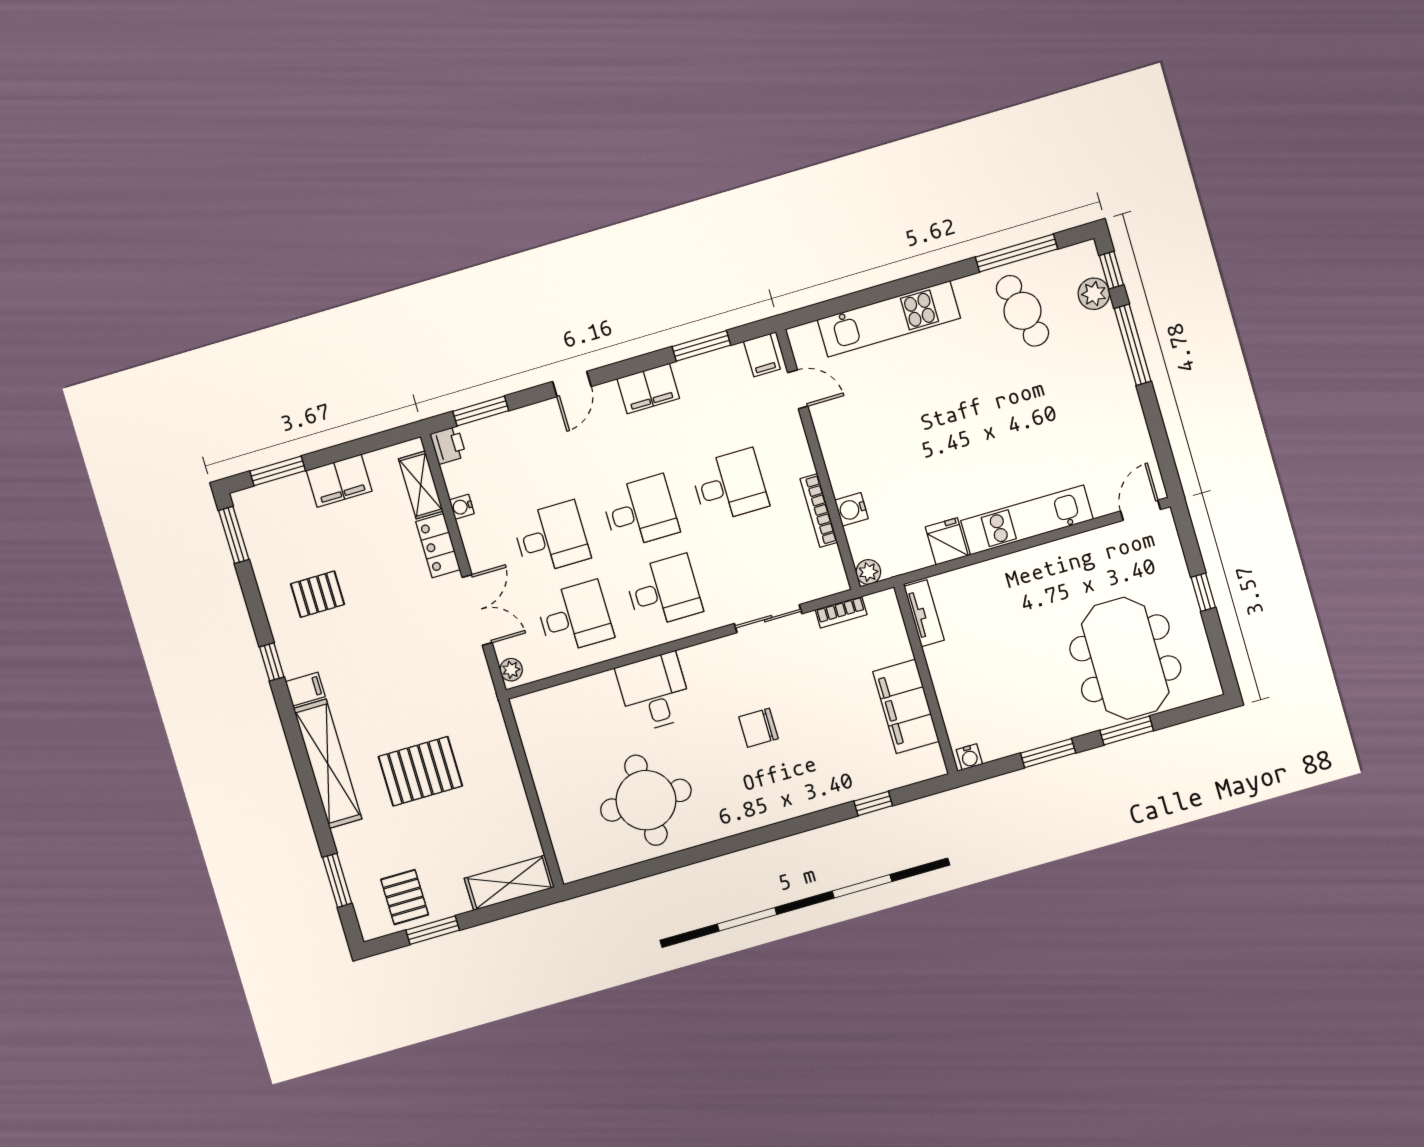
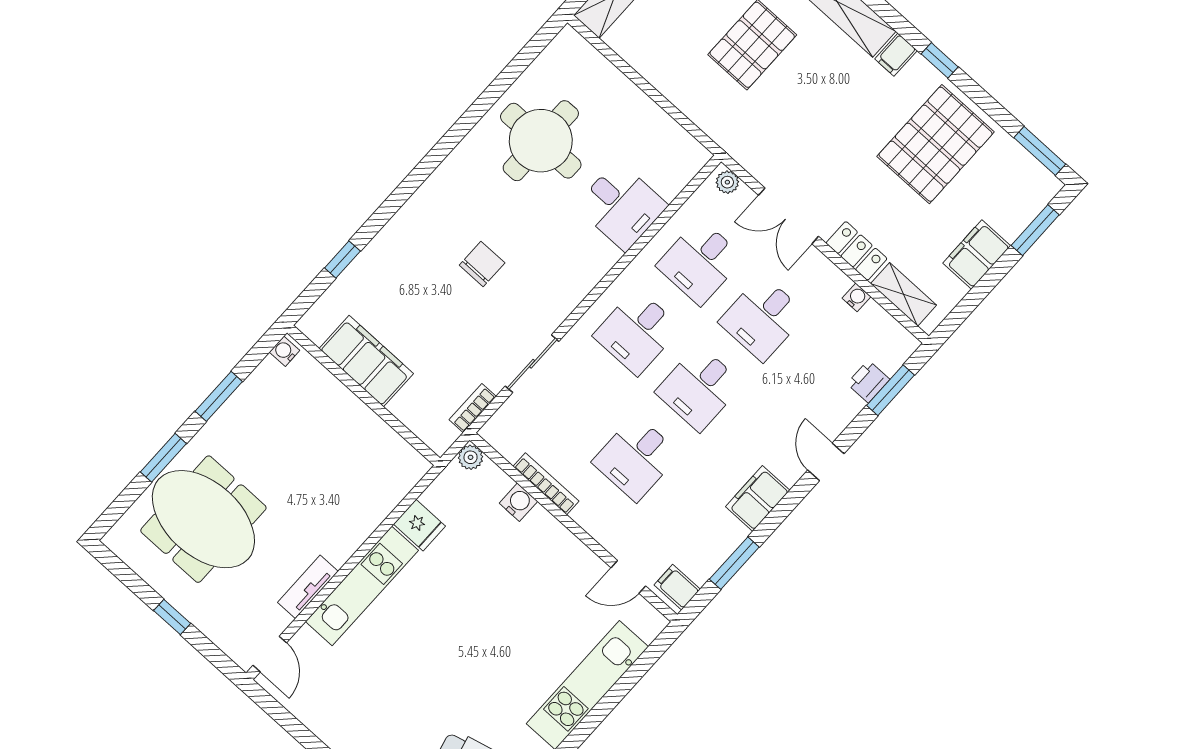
printer: (448, 445) -> (868, 382), moved, turned 90
pallet: (318, 594) -> (936, 144), width x2.05, depth x2.00
tv unit: (924, 613) -> (308, 587), moved, turned 90
desk: (654, 692) -> (621, 206), moved

